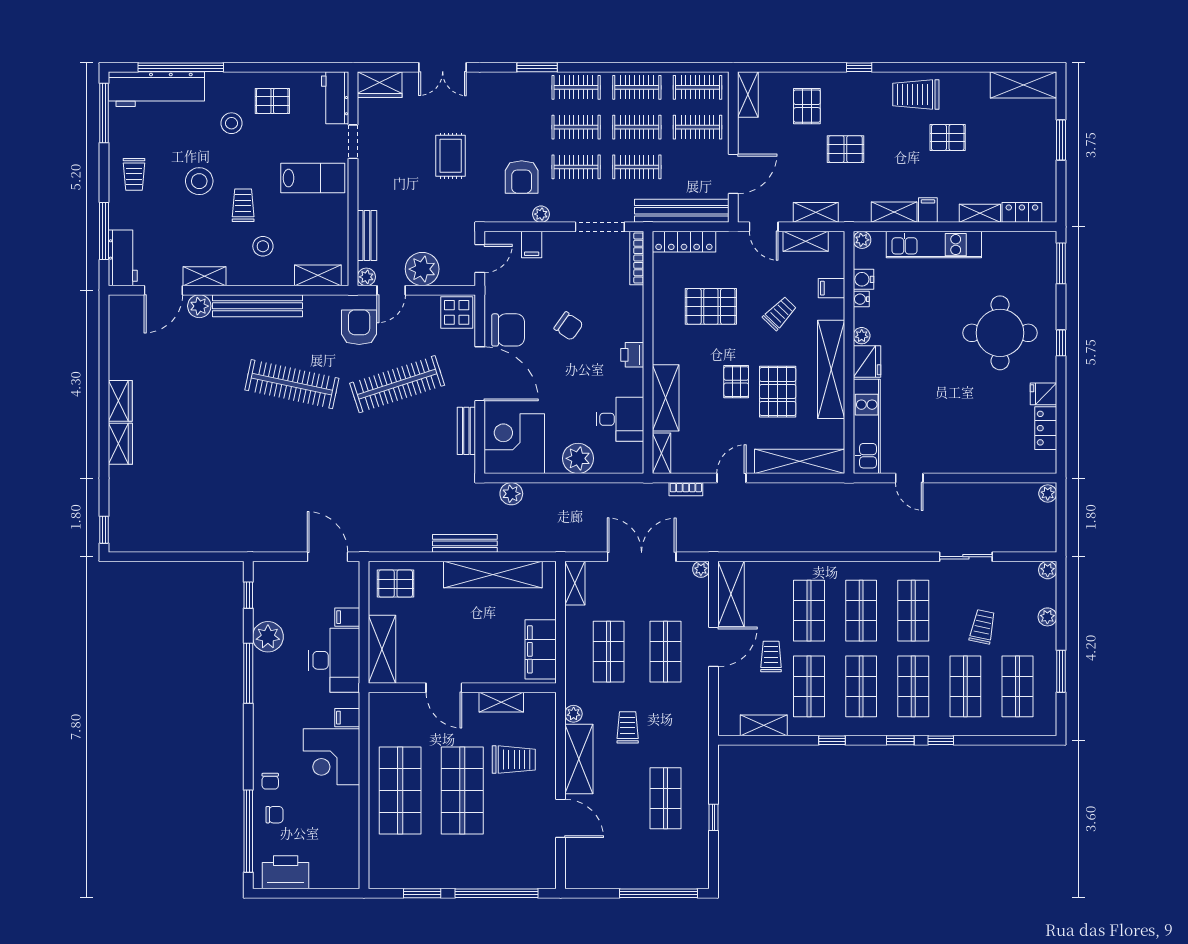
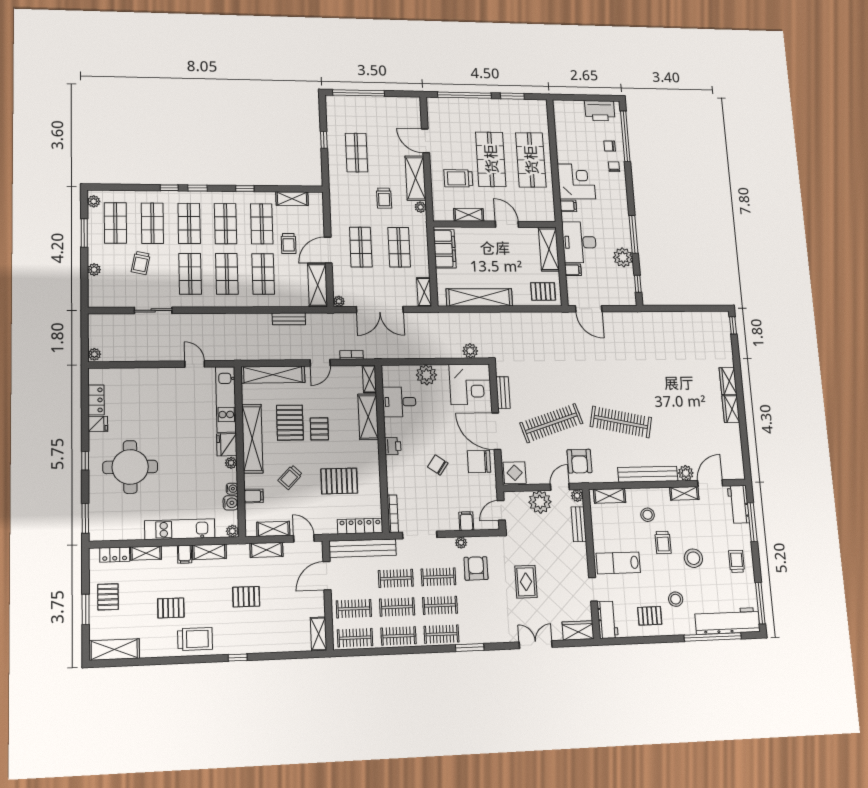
pallet: (807, 106) -> (108, 597), moved
bench: (465, 543) -> (289, 319), moved, width x0.73
plant: (1048, 570) -> (94, 201), moved

